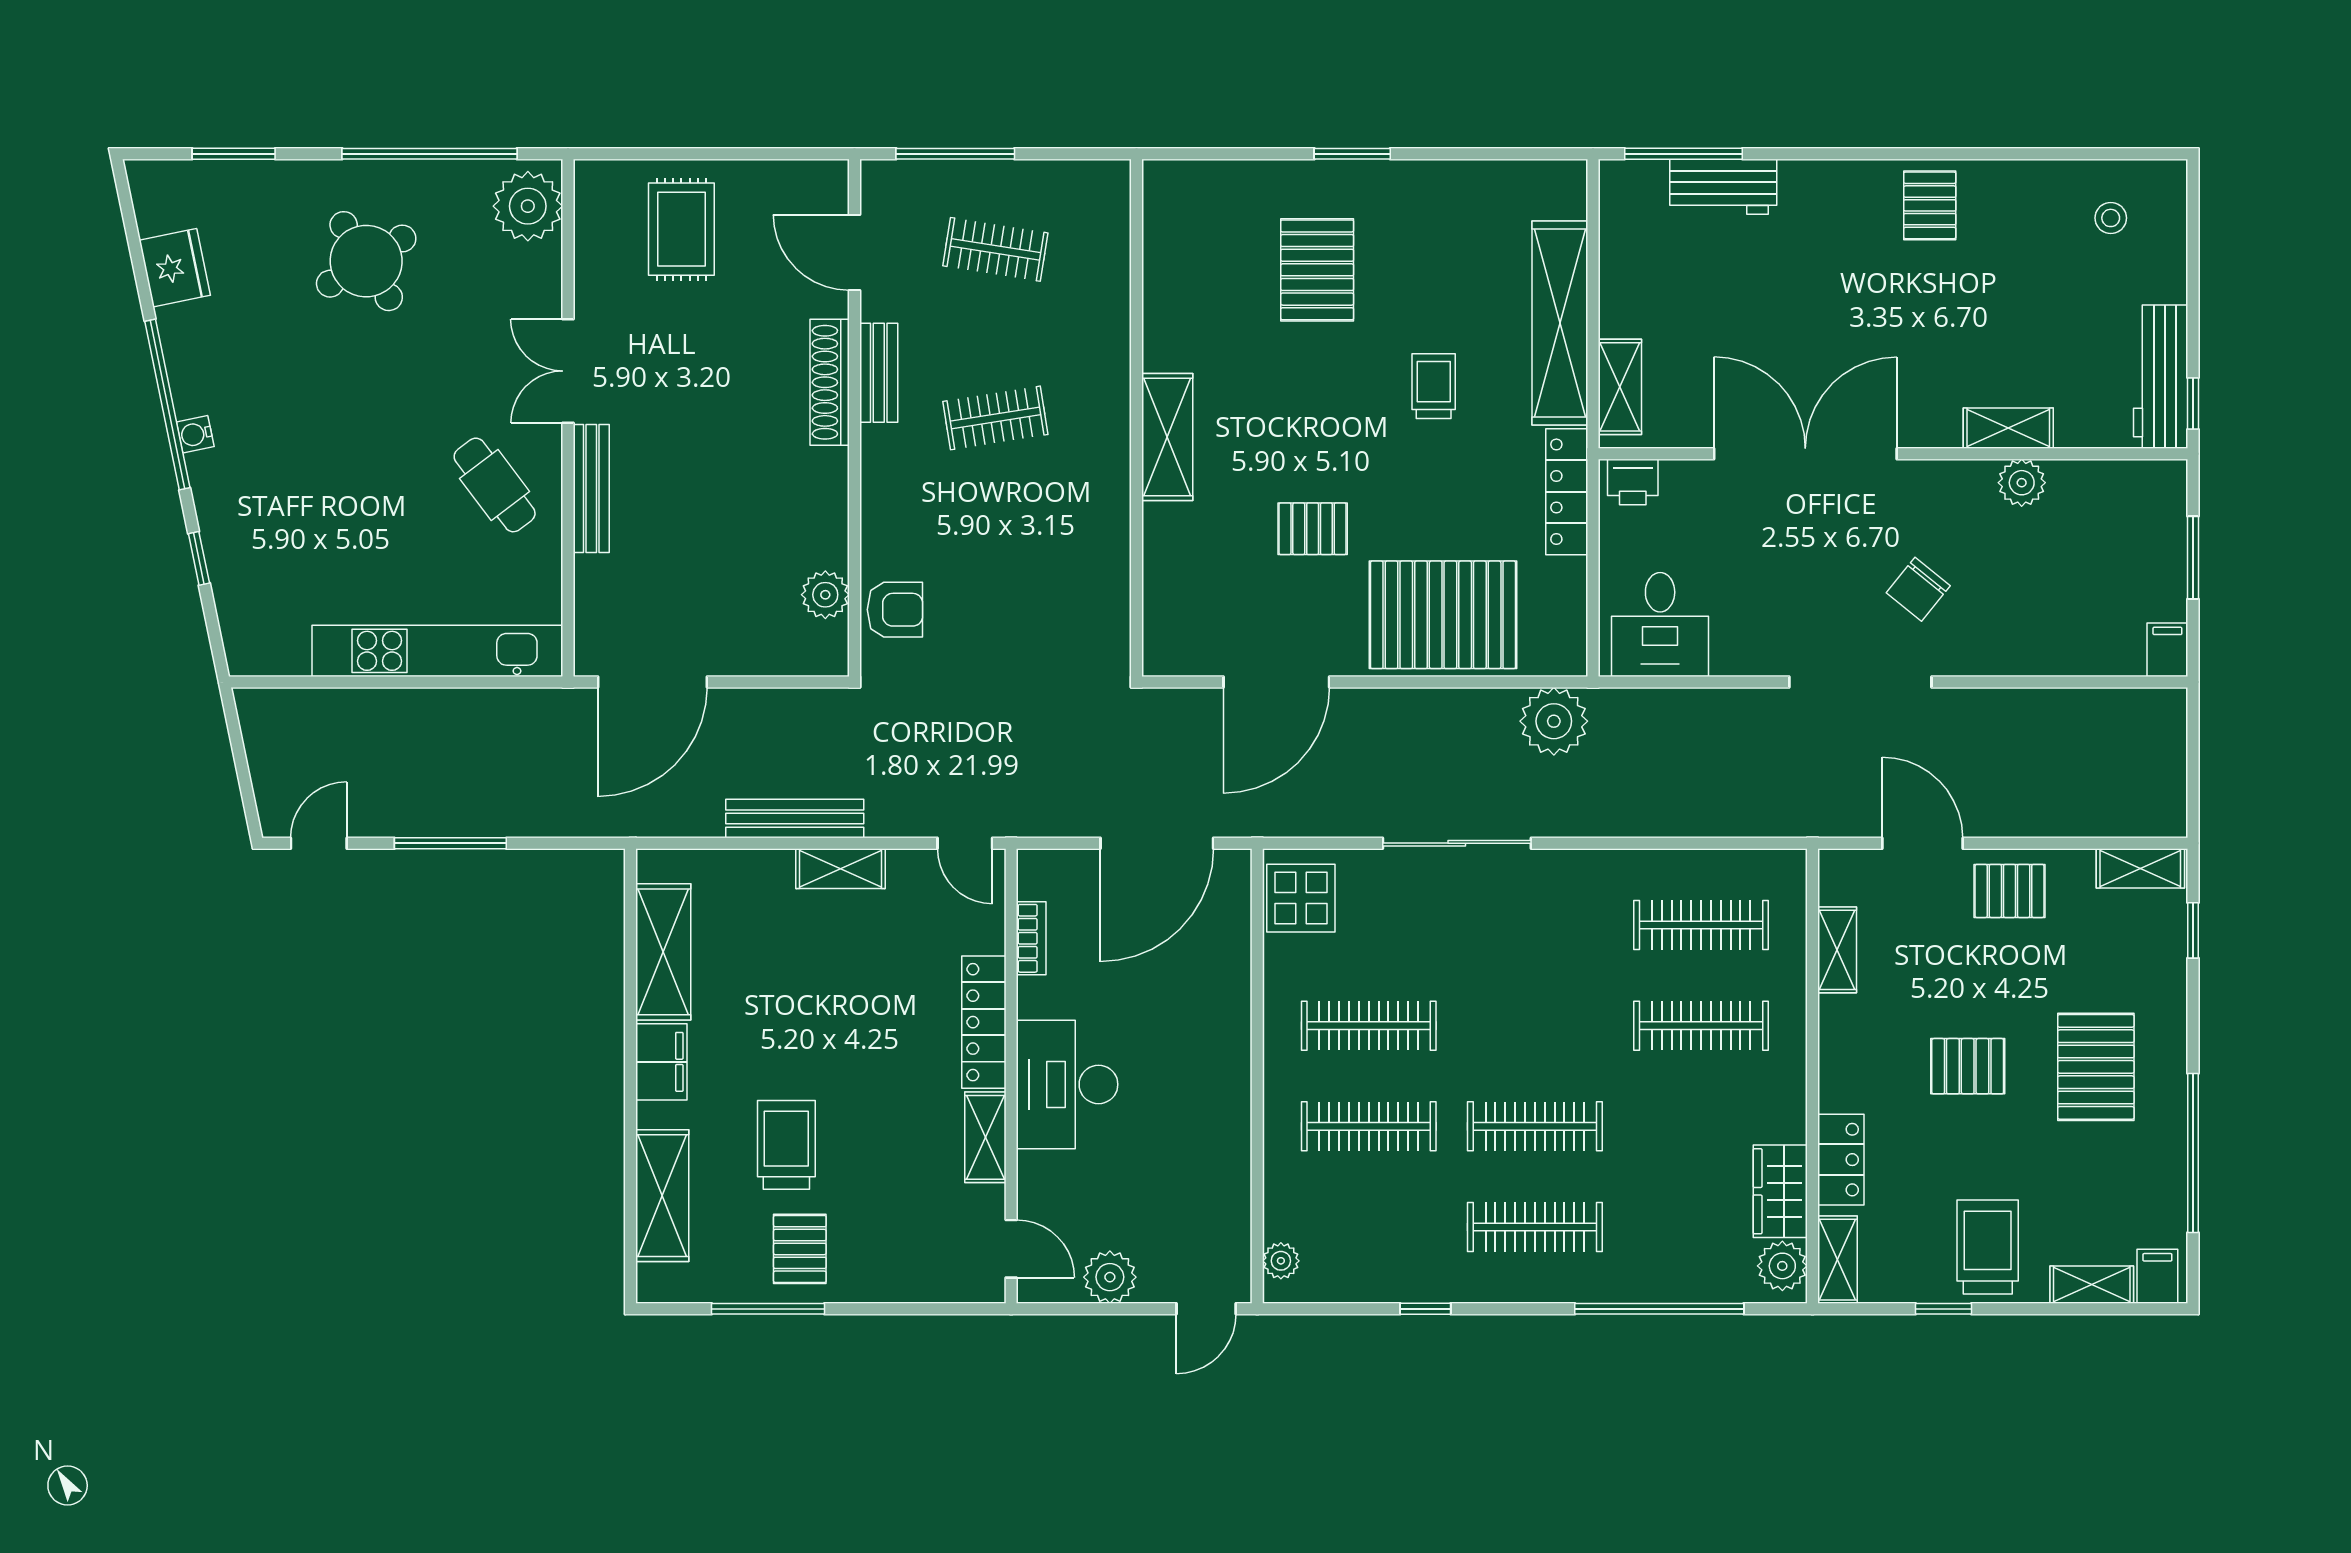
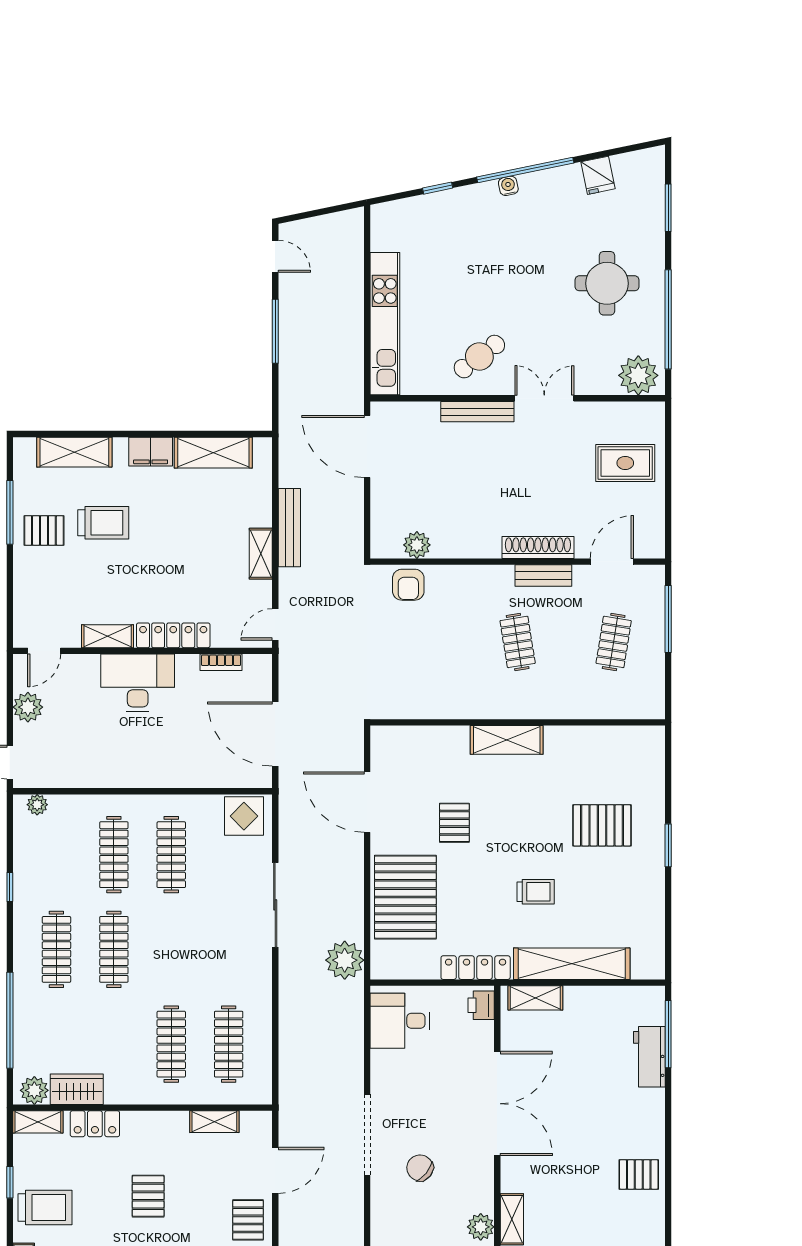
round table: (366, 261) -> (607, 283), turned 32
fridge: (175, 268) -> (598, 175), width x0.72

